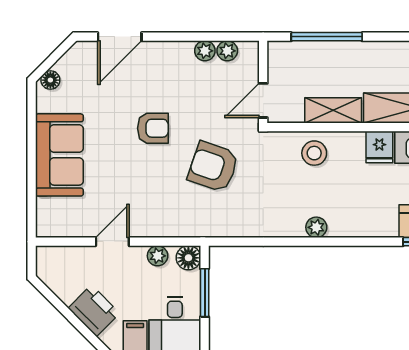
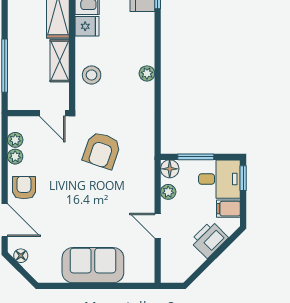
floor lamp: (50, 80) -> (21, 256), moved
armchair: (153, 128) -> (24, 188), moved

